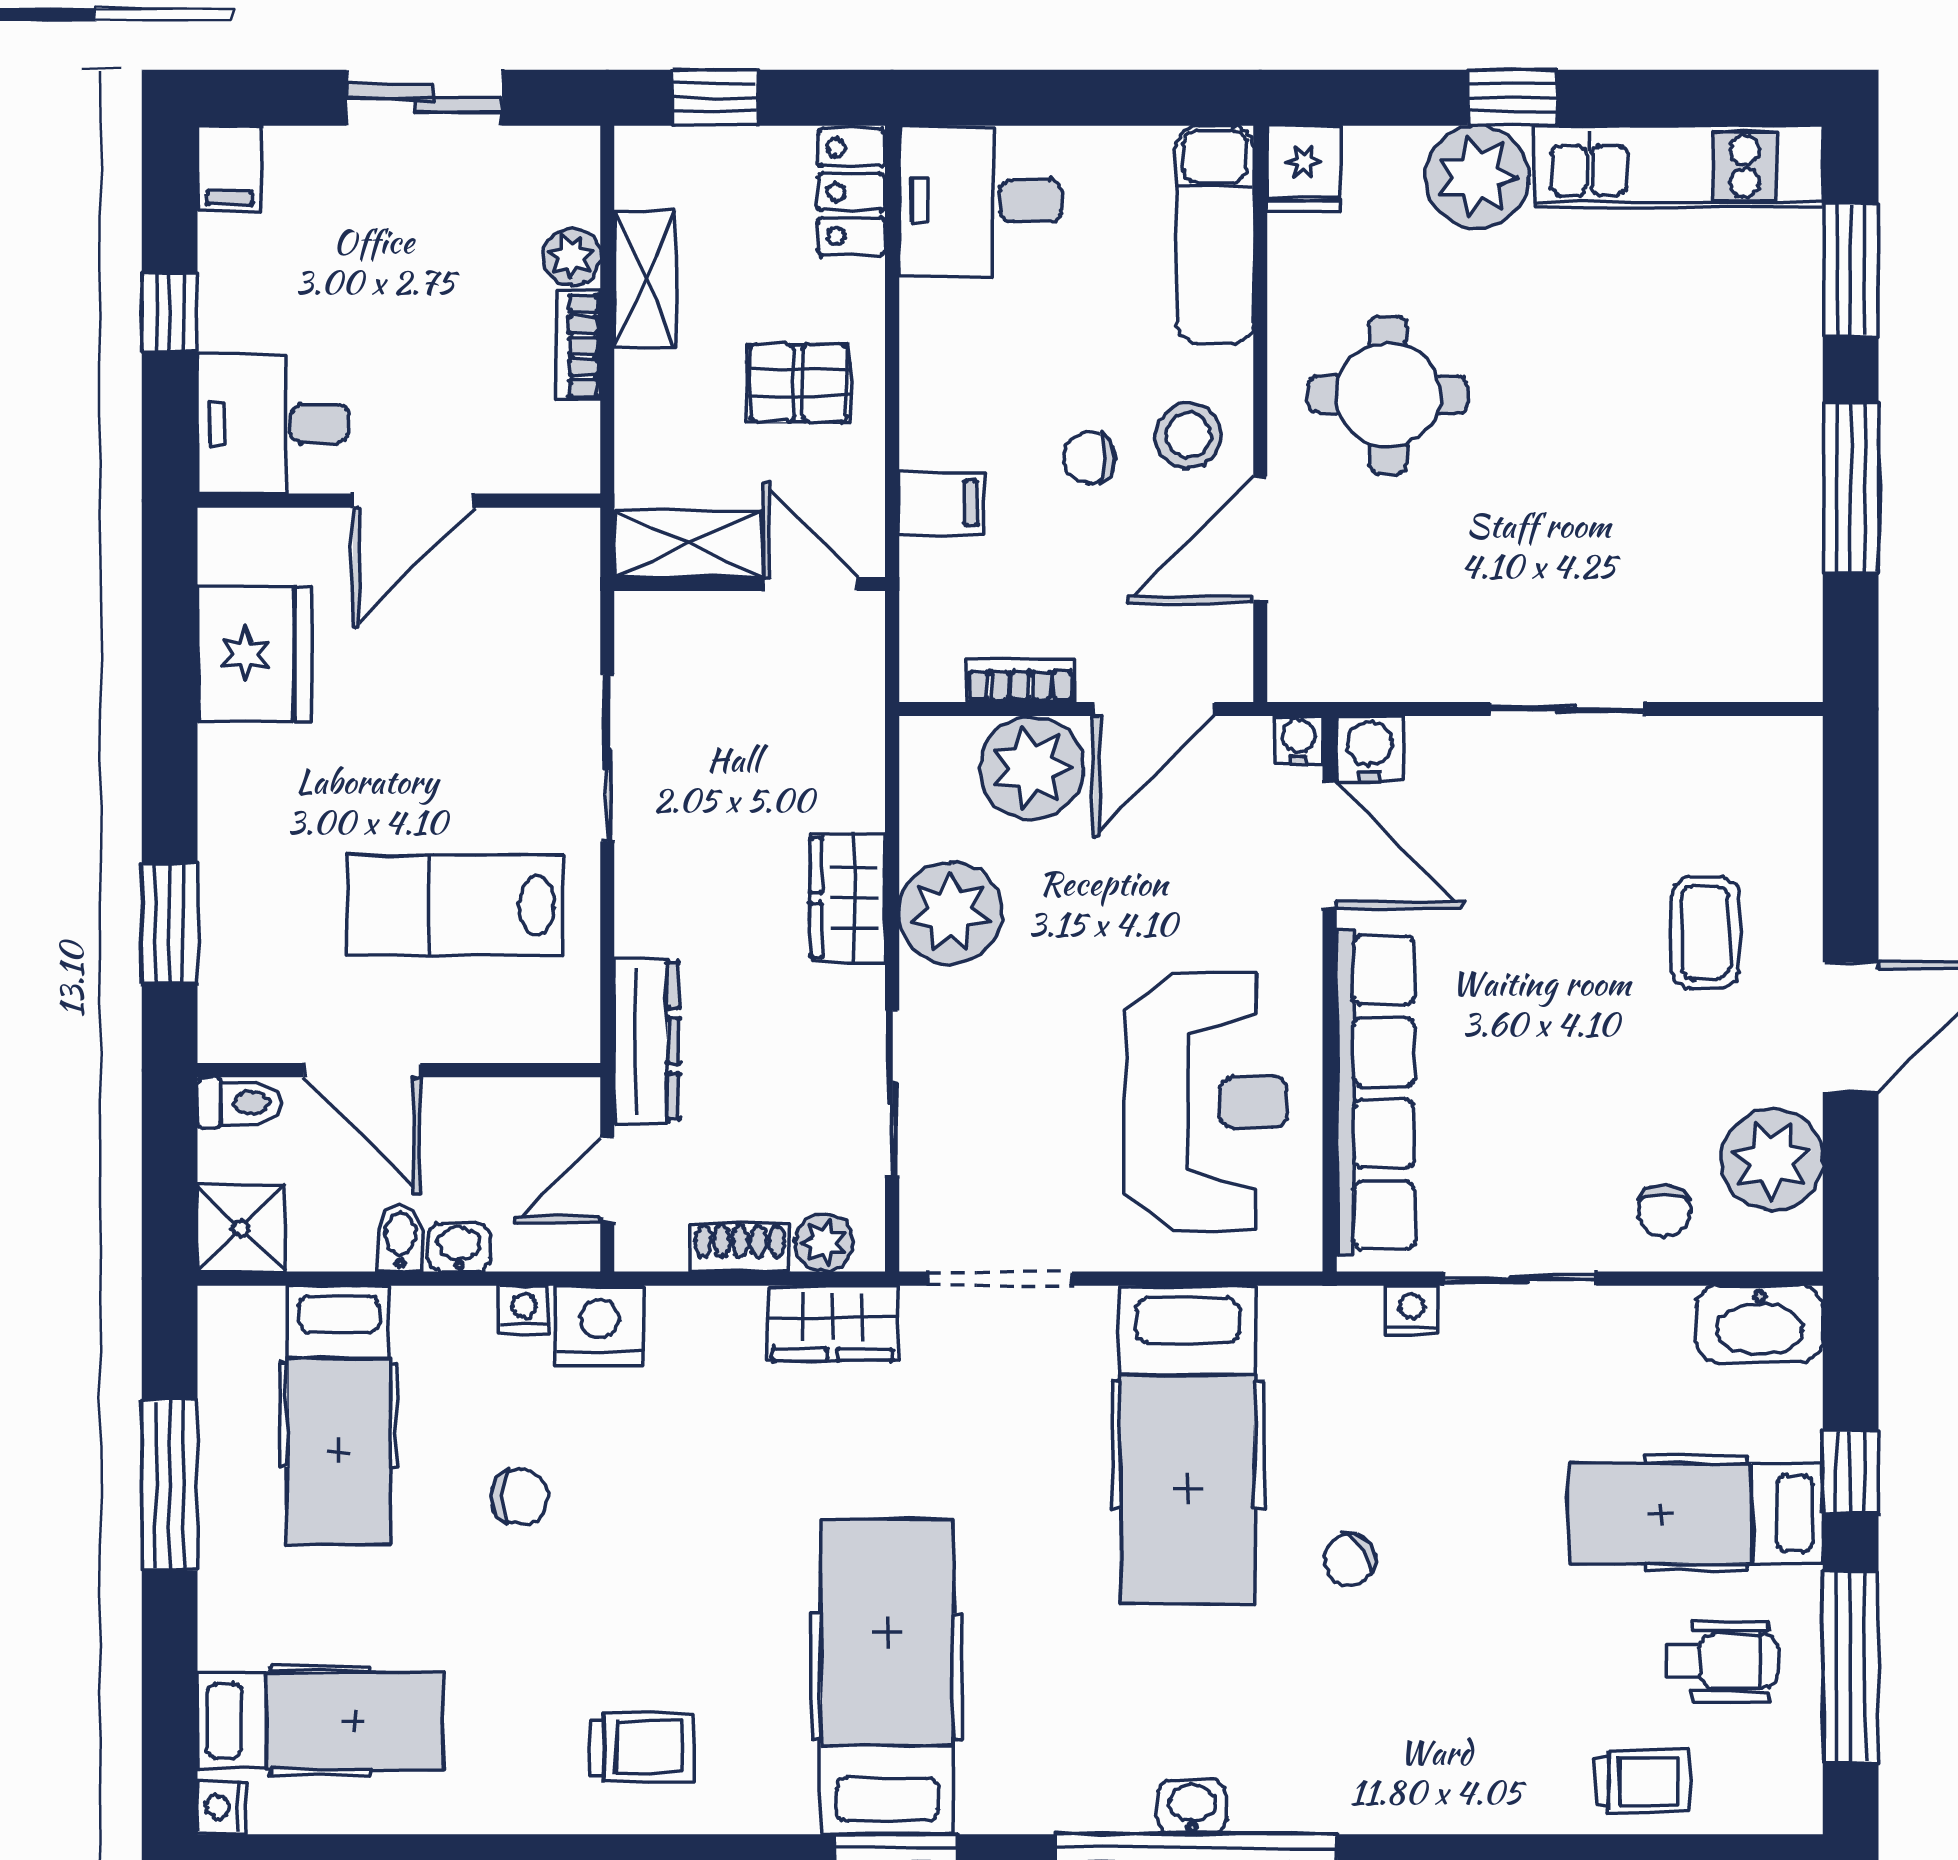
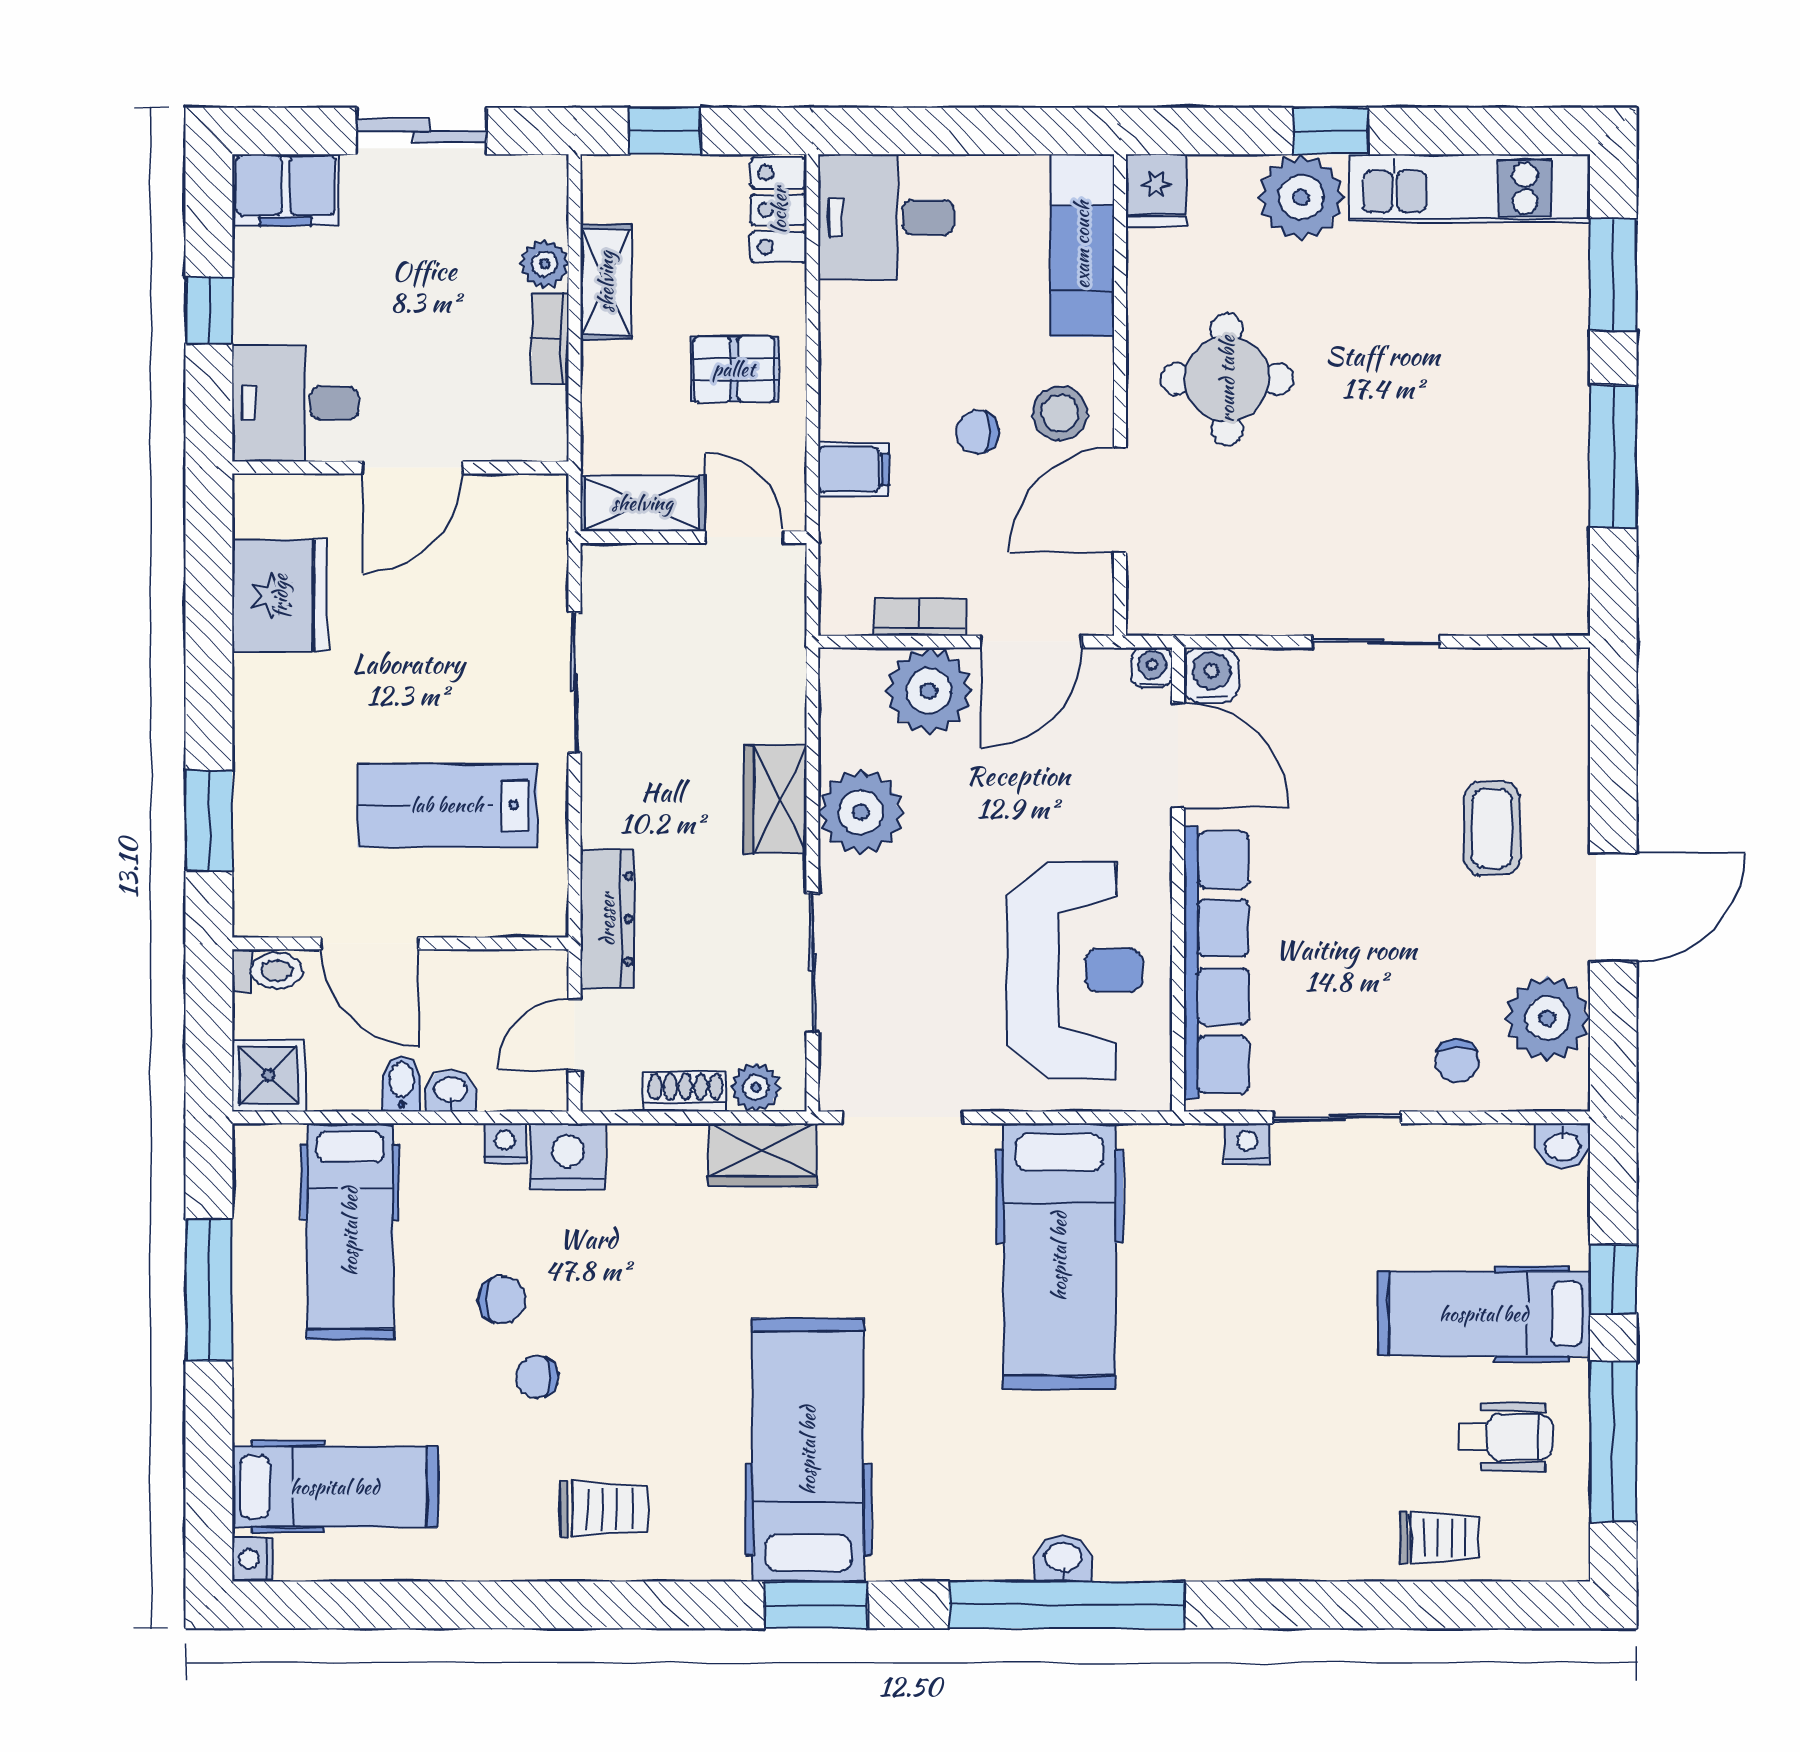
filing cabinet: (229, 168) -> (286, 190), width x2.00
washbasin: (1760, 1324) -> (1562, 1146), width x0.52, depth x0.69
chair: (1350, 1560) -> (537, 1377), moved, turned 36

